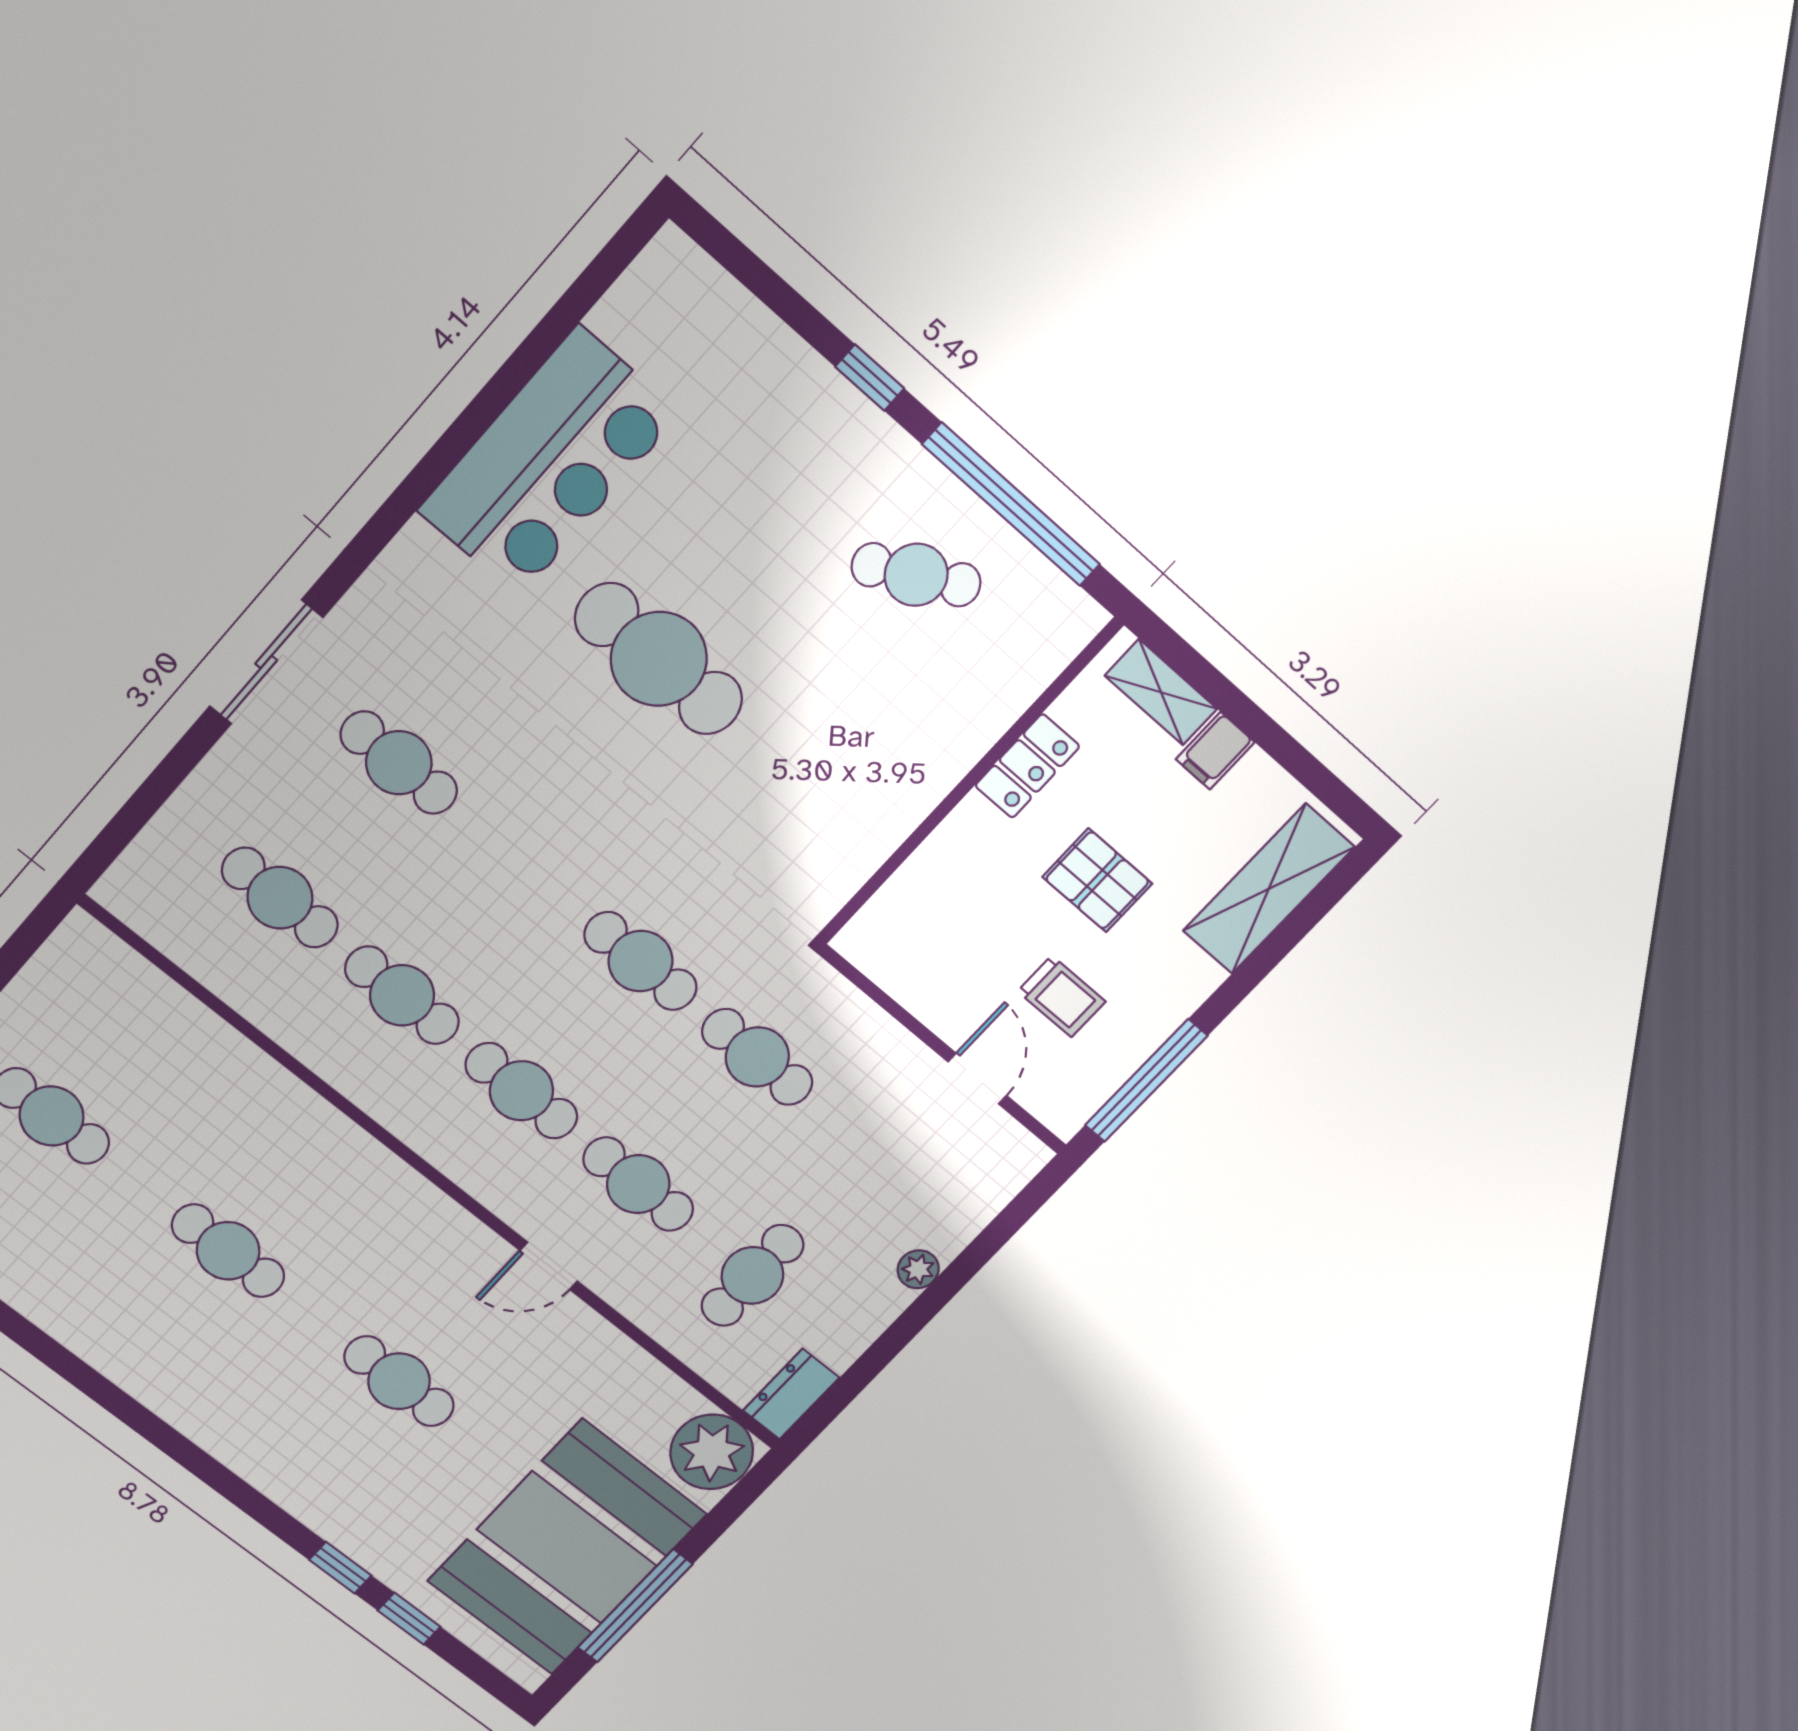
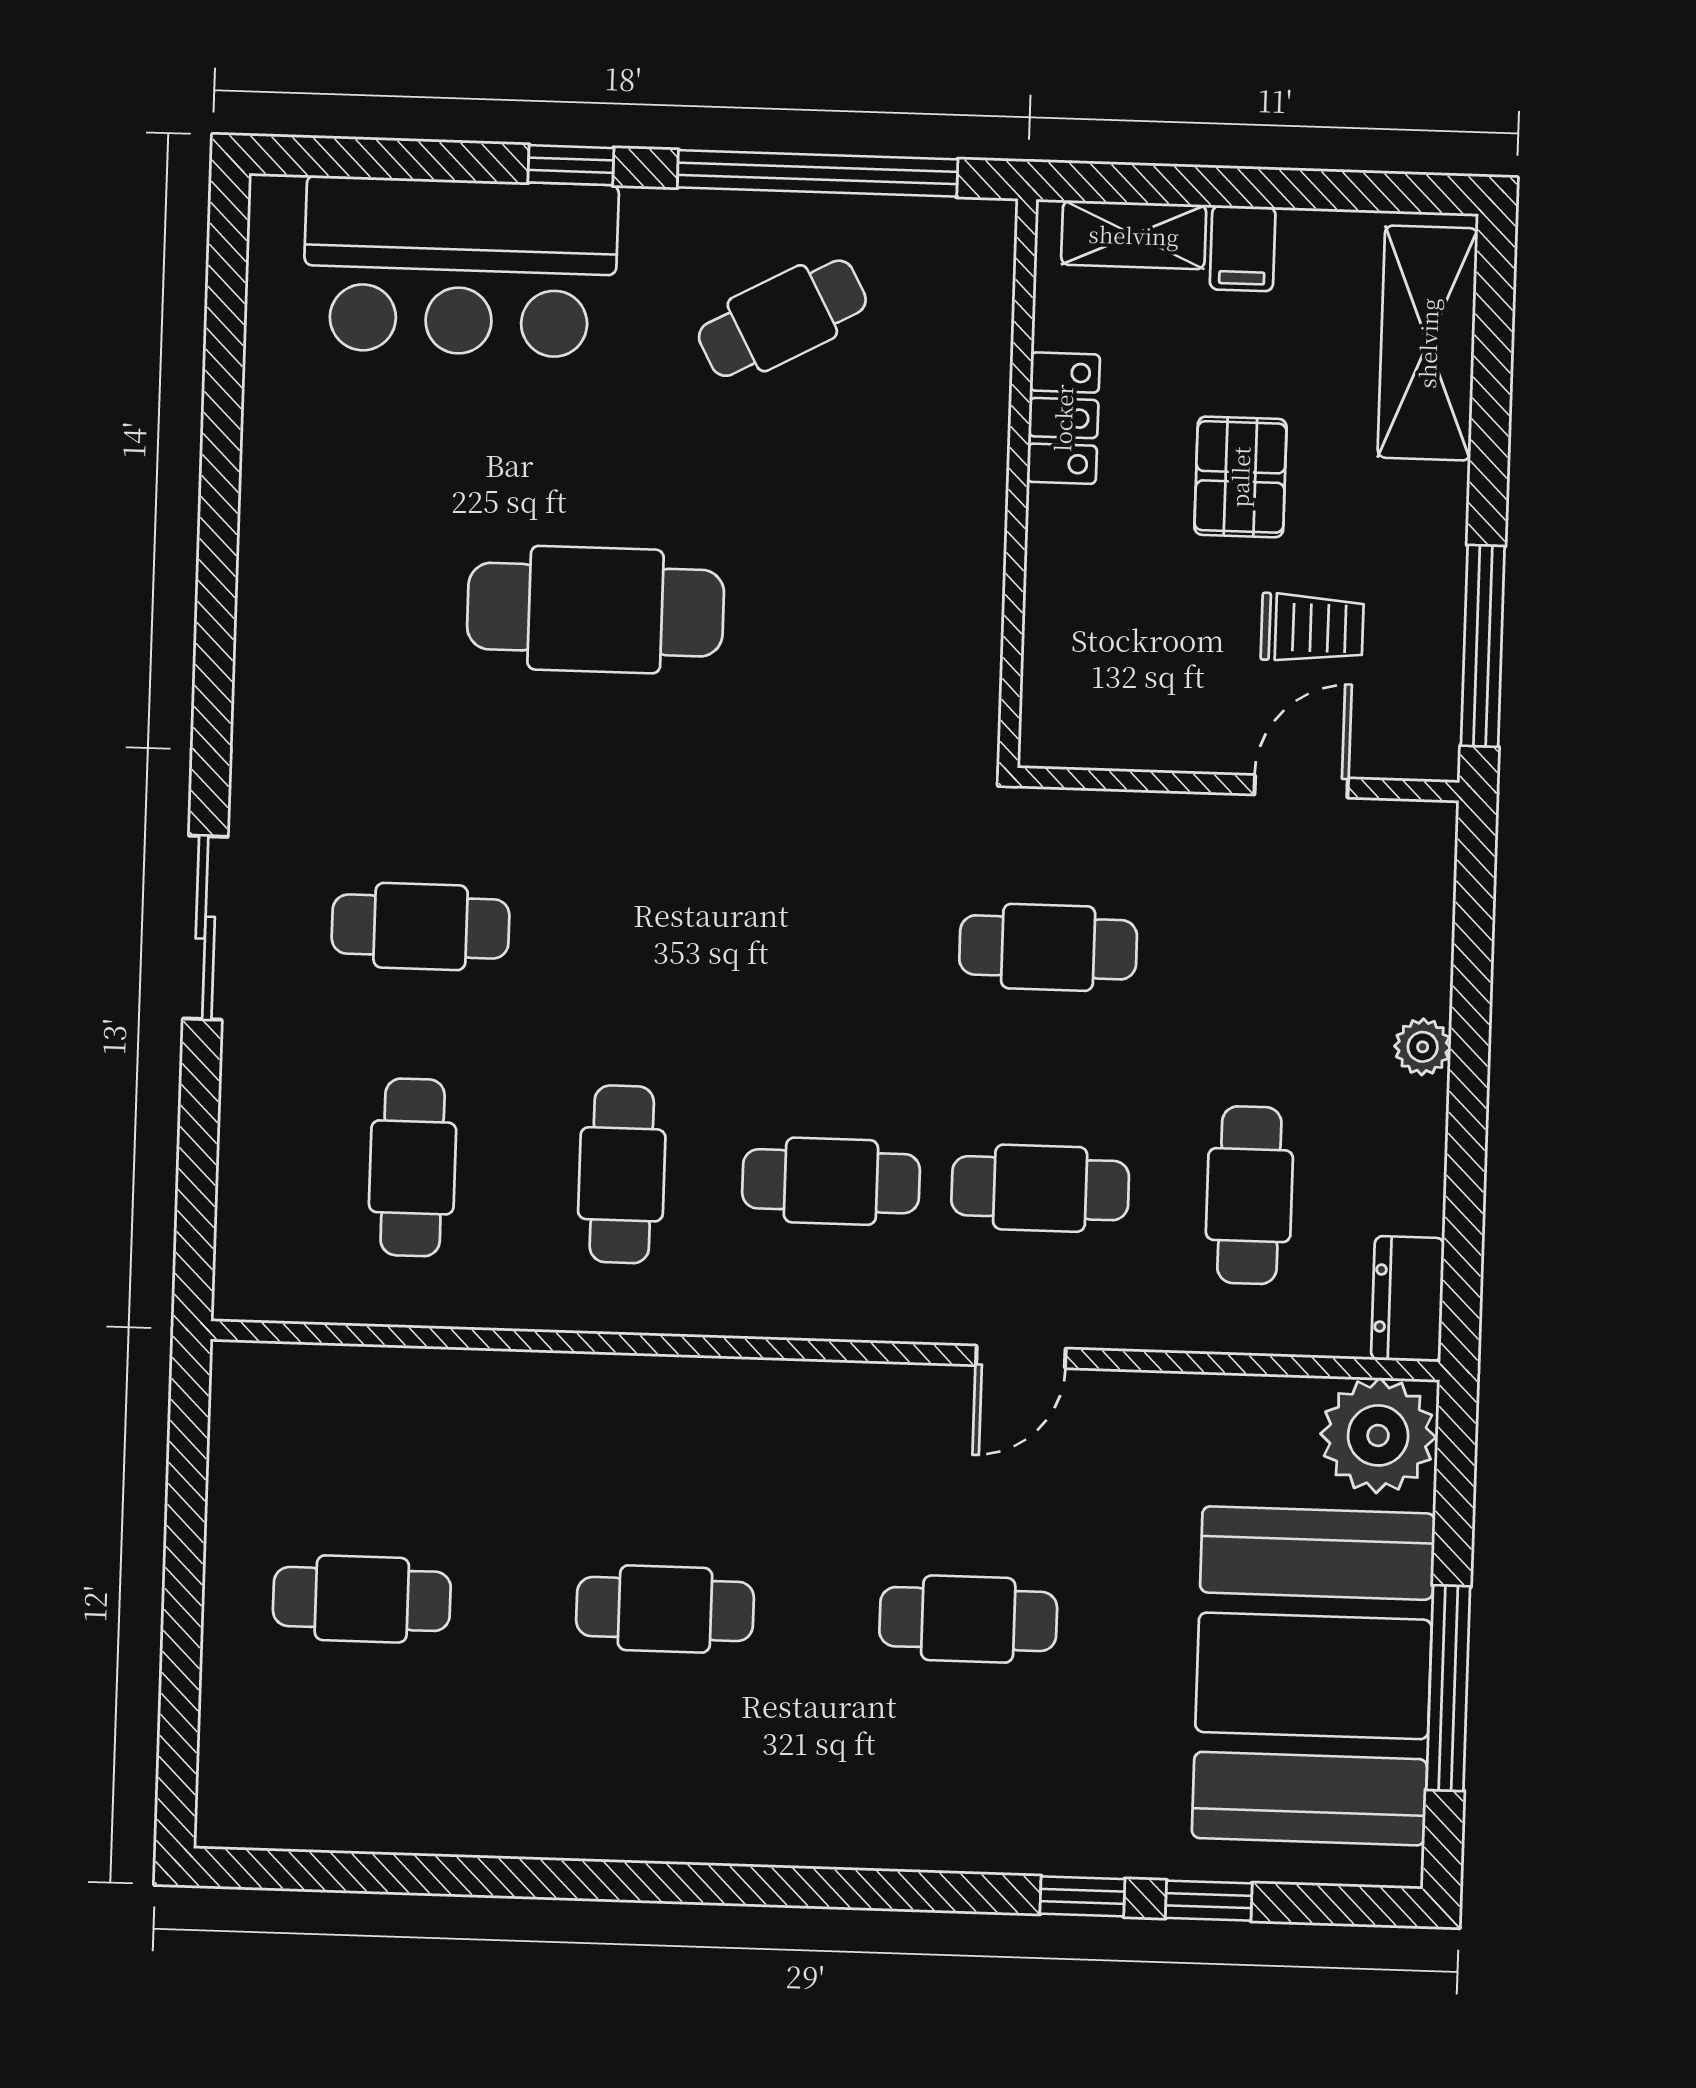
bar counter: (549, 462) -> (460, 267), moved, turned 90
pallet: (1097, 880) -> (1240, 477), turned 90
cafe table: (280, 898) -> (413, 1167), turned 90
cafe table: (641, 961) -> (839, 940), removed
cafe table: (402, 995) -> (622, 1174), turned 90
door: (977, 1079) -> (1301, 786), hinge flipped

